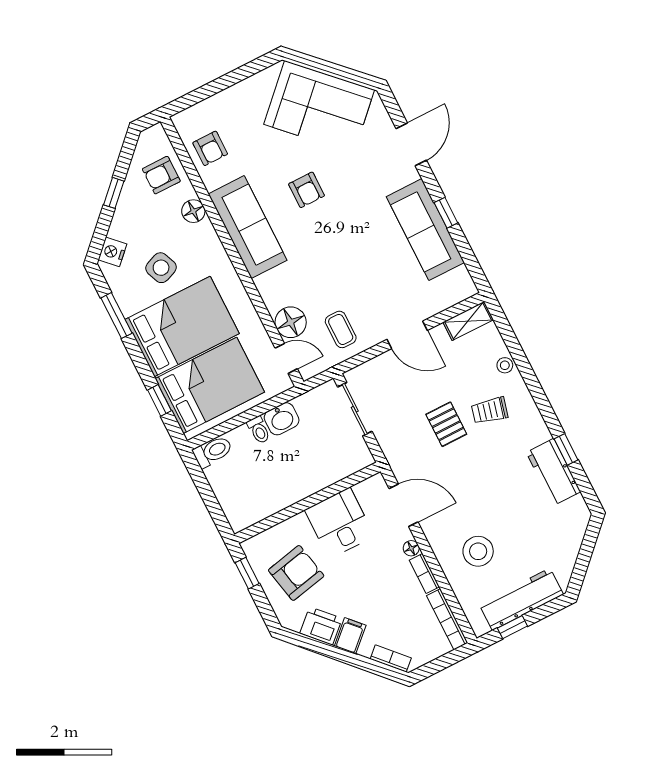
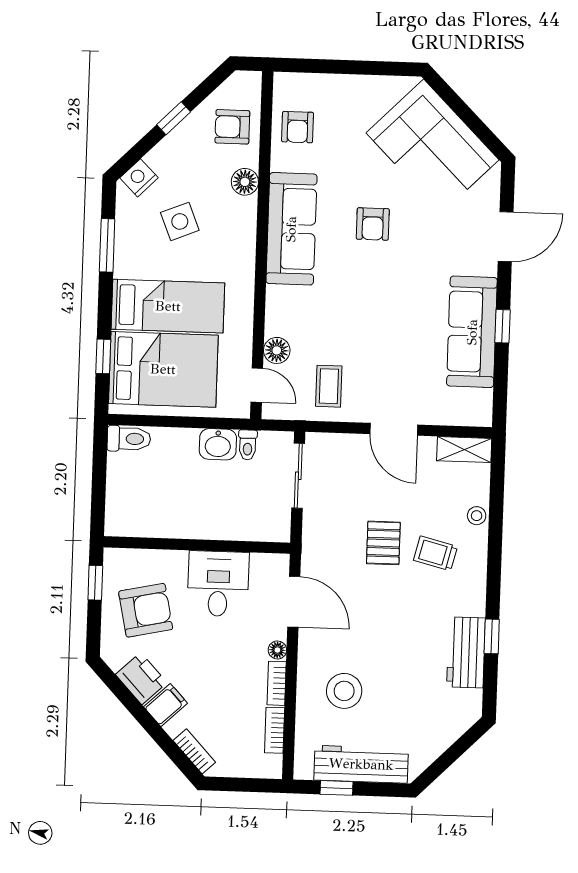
floor lamp: (291, 322) -> (277, 350), width x0.73, depth x0.73
bed: (182, 326) -> (168, 306), width x0.67
toilet: (259, 430) -> (248, 445), moved
bookcase: (447, 619) -> (275, 730), width x0.64

